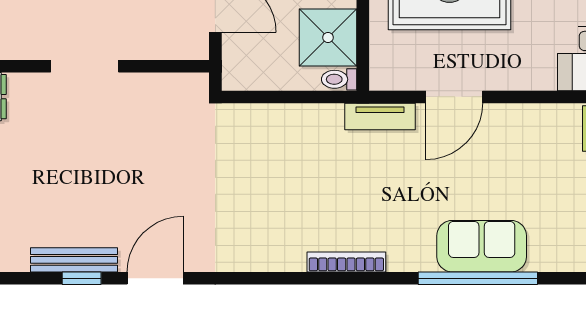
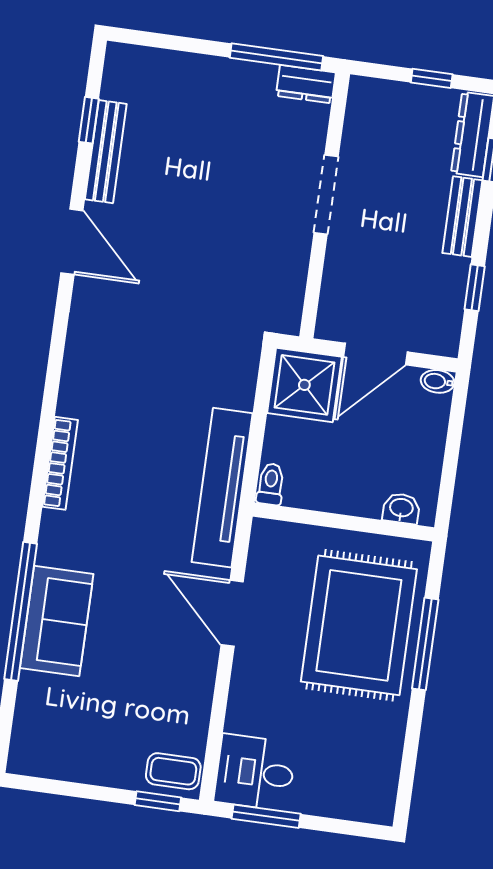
shower: (328, 37) -> (304, 385), moved
tv unit: (380, 117) -> (222, 488), width x1.92, depth x1.29
window: (82, 278) -> (89, 120), moved

